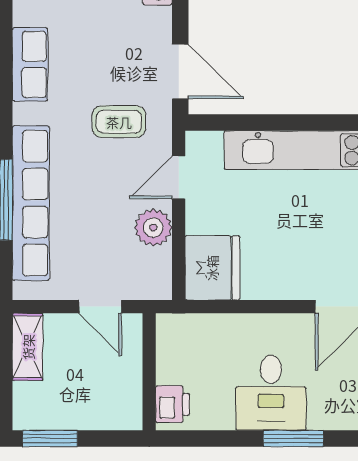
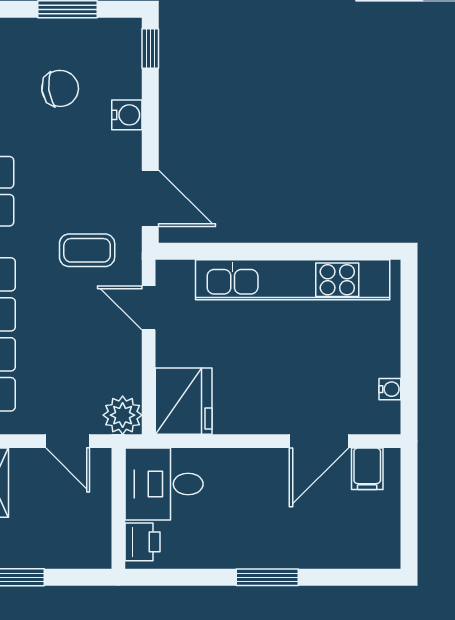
door: (179, 177) -> (149, 308), hinge flipped
plant: (153, 228) -> (123, 415), moved
desk: (271, 393) -> (164, 484), moved, turned 90

